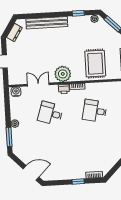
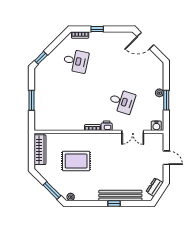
window: (78, 13) -> (114, 203), moved
rug: (95, 64) -> (76, 161), moved, turned 90
plant: (63, 74) -> (107, 142), removed
desk: (95, 111) -> (76, 61), moved
window: (9, 137) -> (166, 100), moved

